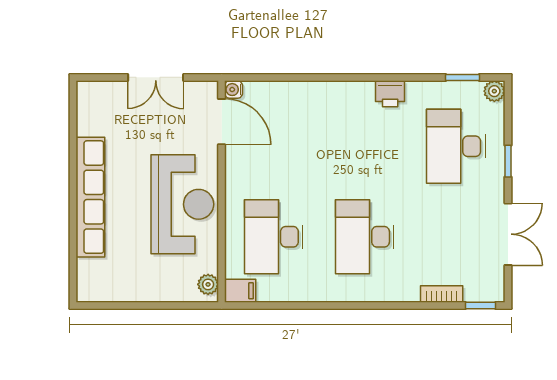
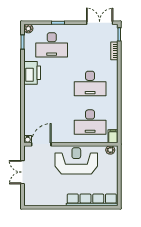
double door: (156, 77) -> (23, 172), swing flipped
printer: (390, 94) -> (32, 73), width x1.87, depth x1.48
row of seats: (90, 197) -> (92, 200), moved
double door: (508, 234) -> (100, 23), moved

